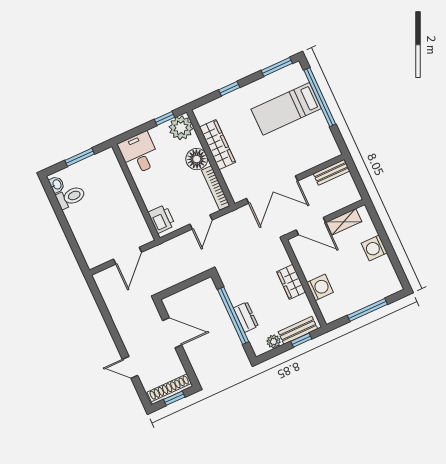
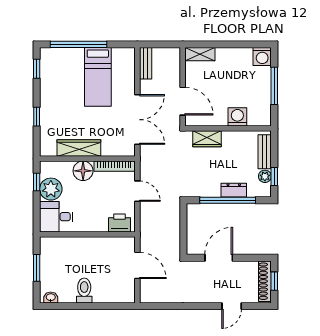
window: (277, 67) -> (37, 69), width x0.67
bed: (286, 109) -> (98, 77), moved
plant: (181, 128) -> (51, 189), moved
toilet: (71, 197) -> (84, 291), moved
shelving: (344, 222) -> (200, 54), moved, turned 90
door: (311, 226) -> (183, 101), hinge flipped
washing machine: (374, 248) -> (262, 56), moved
wardrobe: (291, 282) -> (207, 139), moved
window: (301, 340) -> (274, 177), moved

